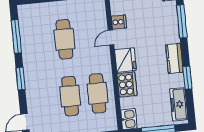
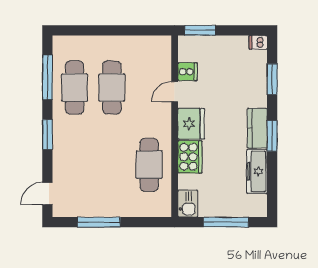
window: (182, 21) -> (272, 79), width x0.69
window: (187, 78) -> (272, 136), moved
cafe table: (70, 96) -> (75, 88), moved
freezer: (179, 104) -> (257, 171), moved

